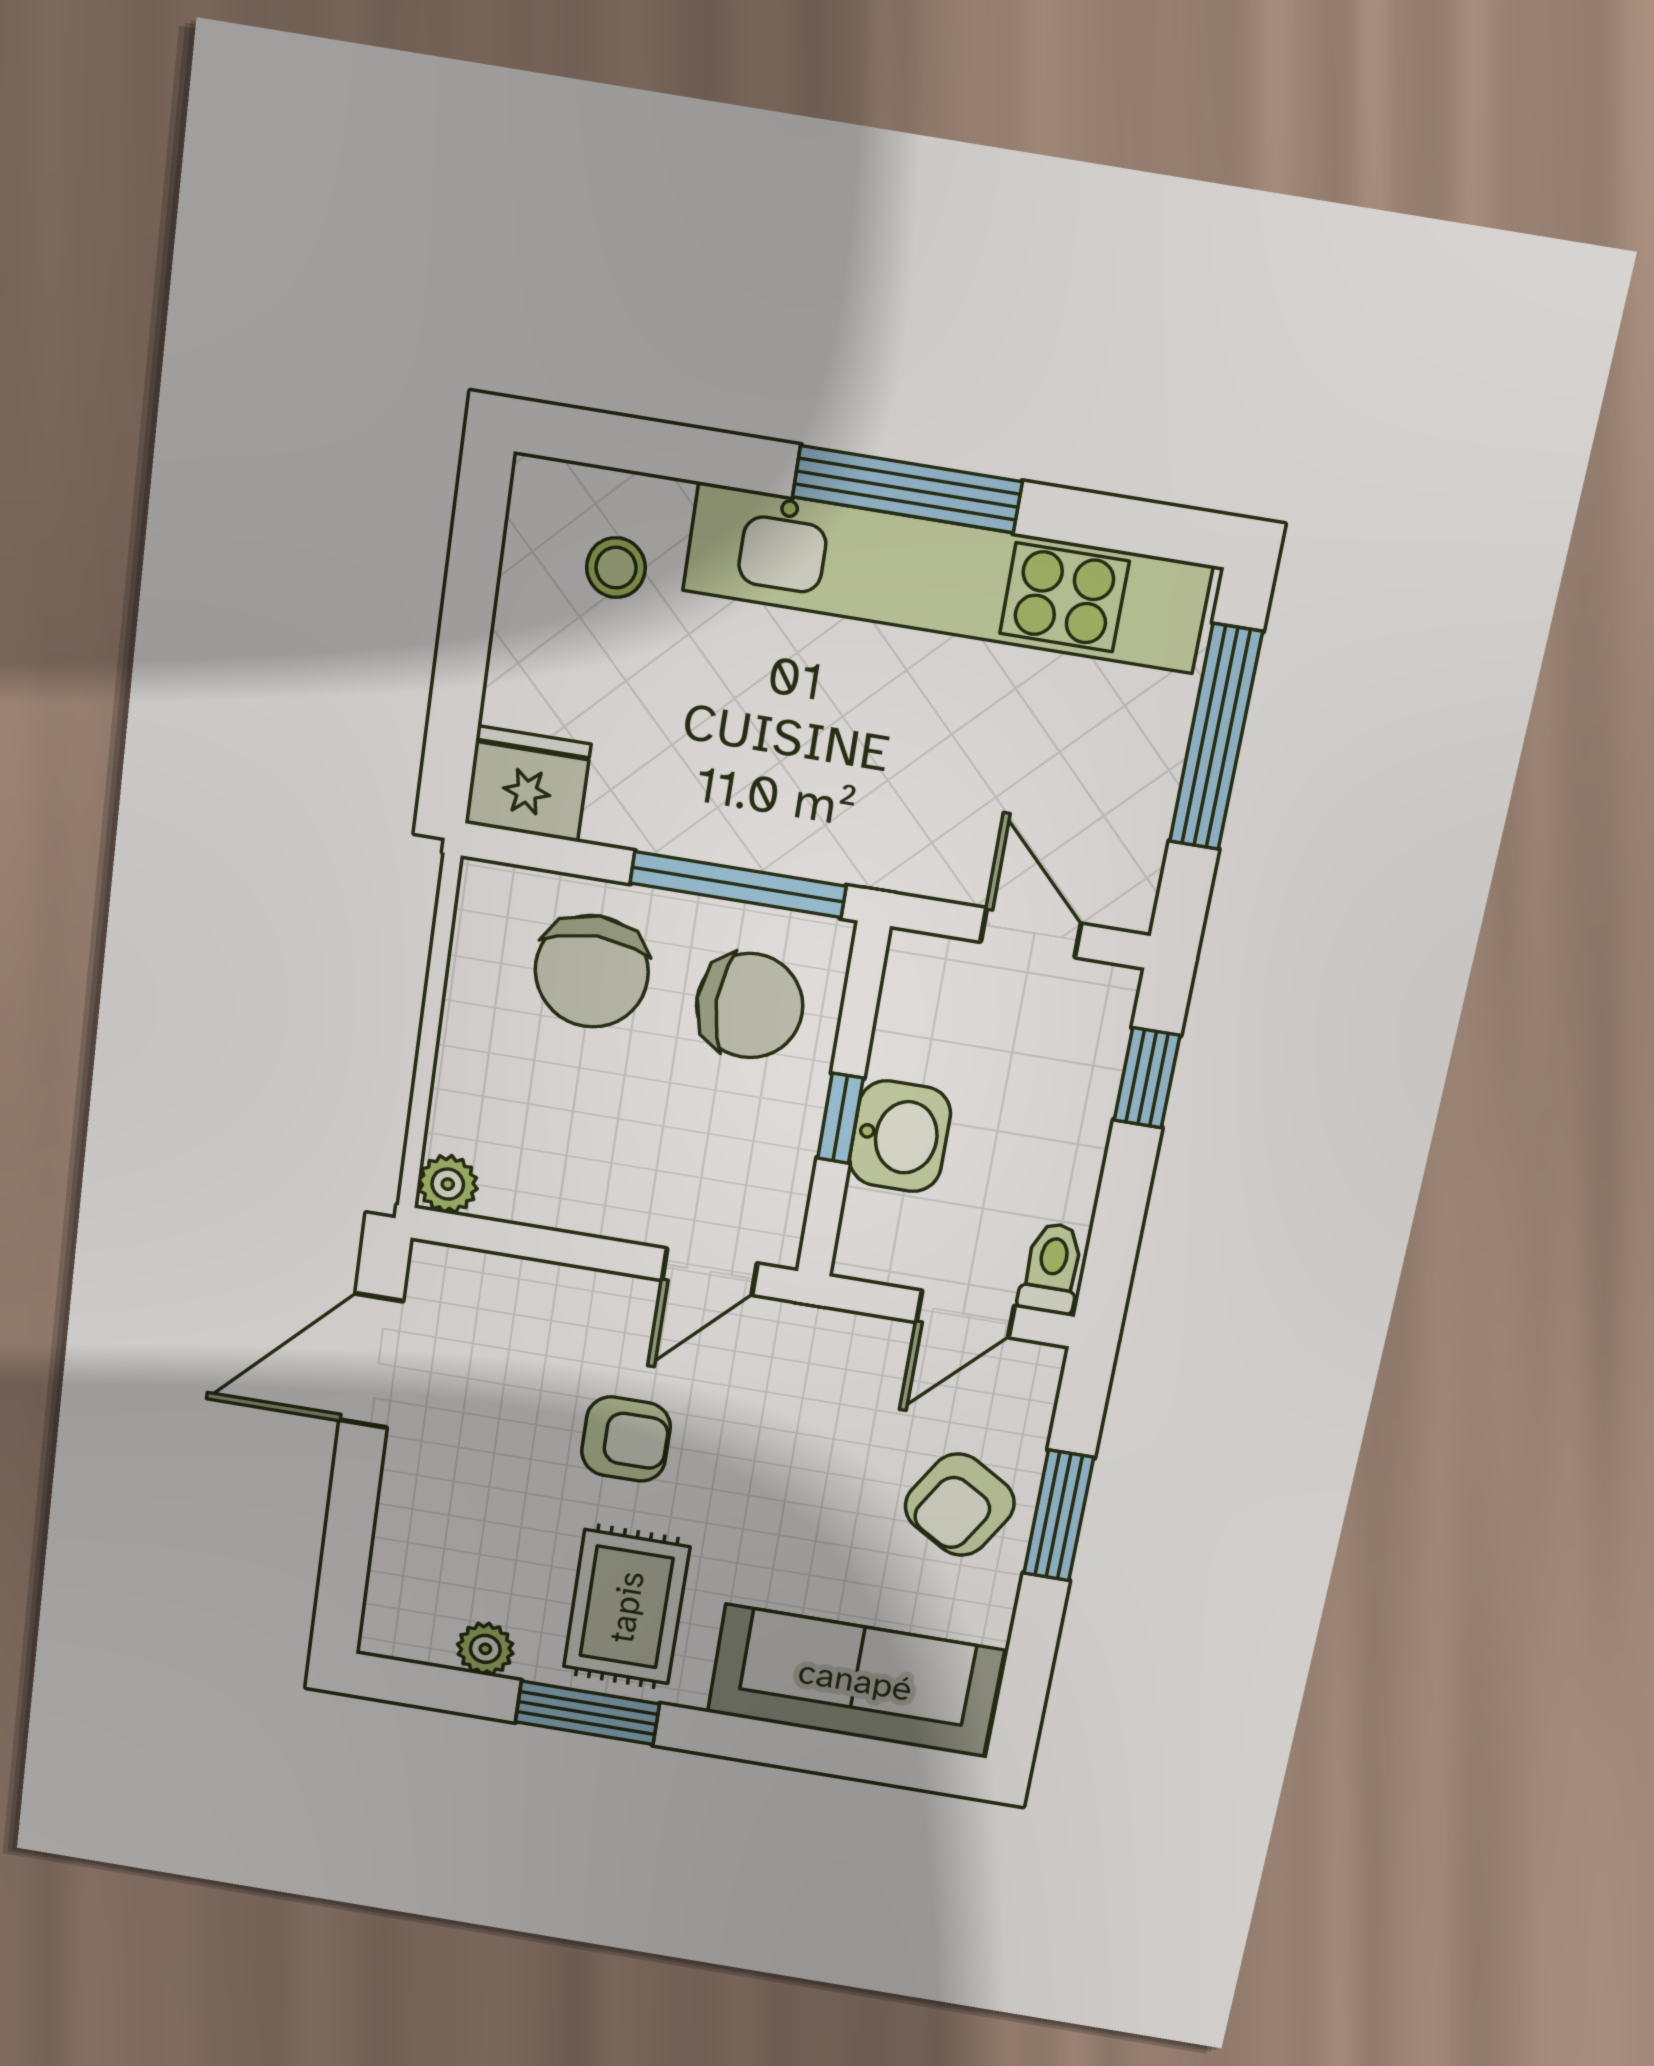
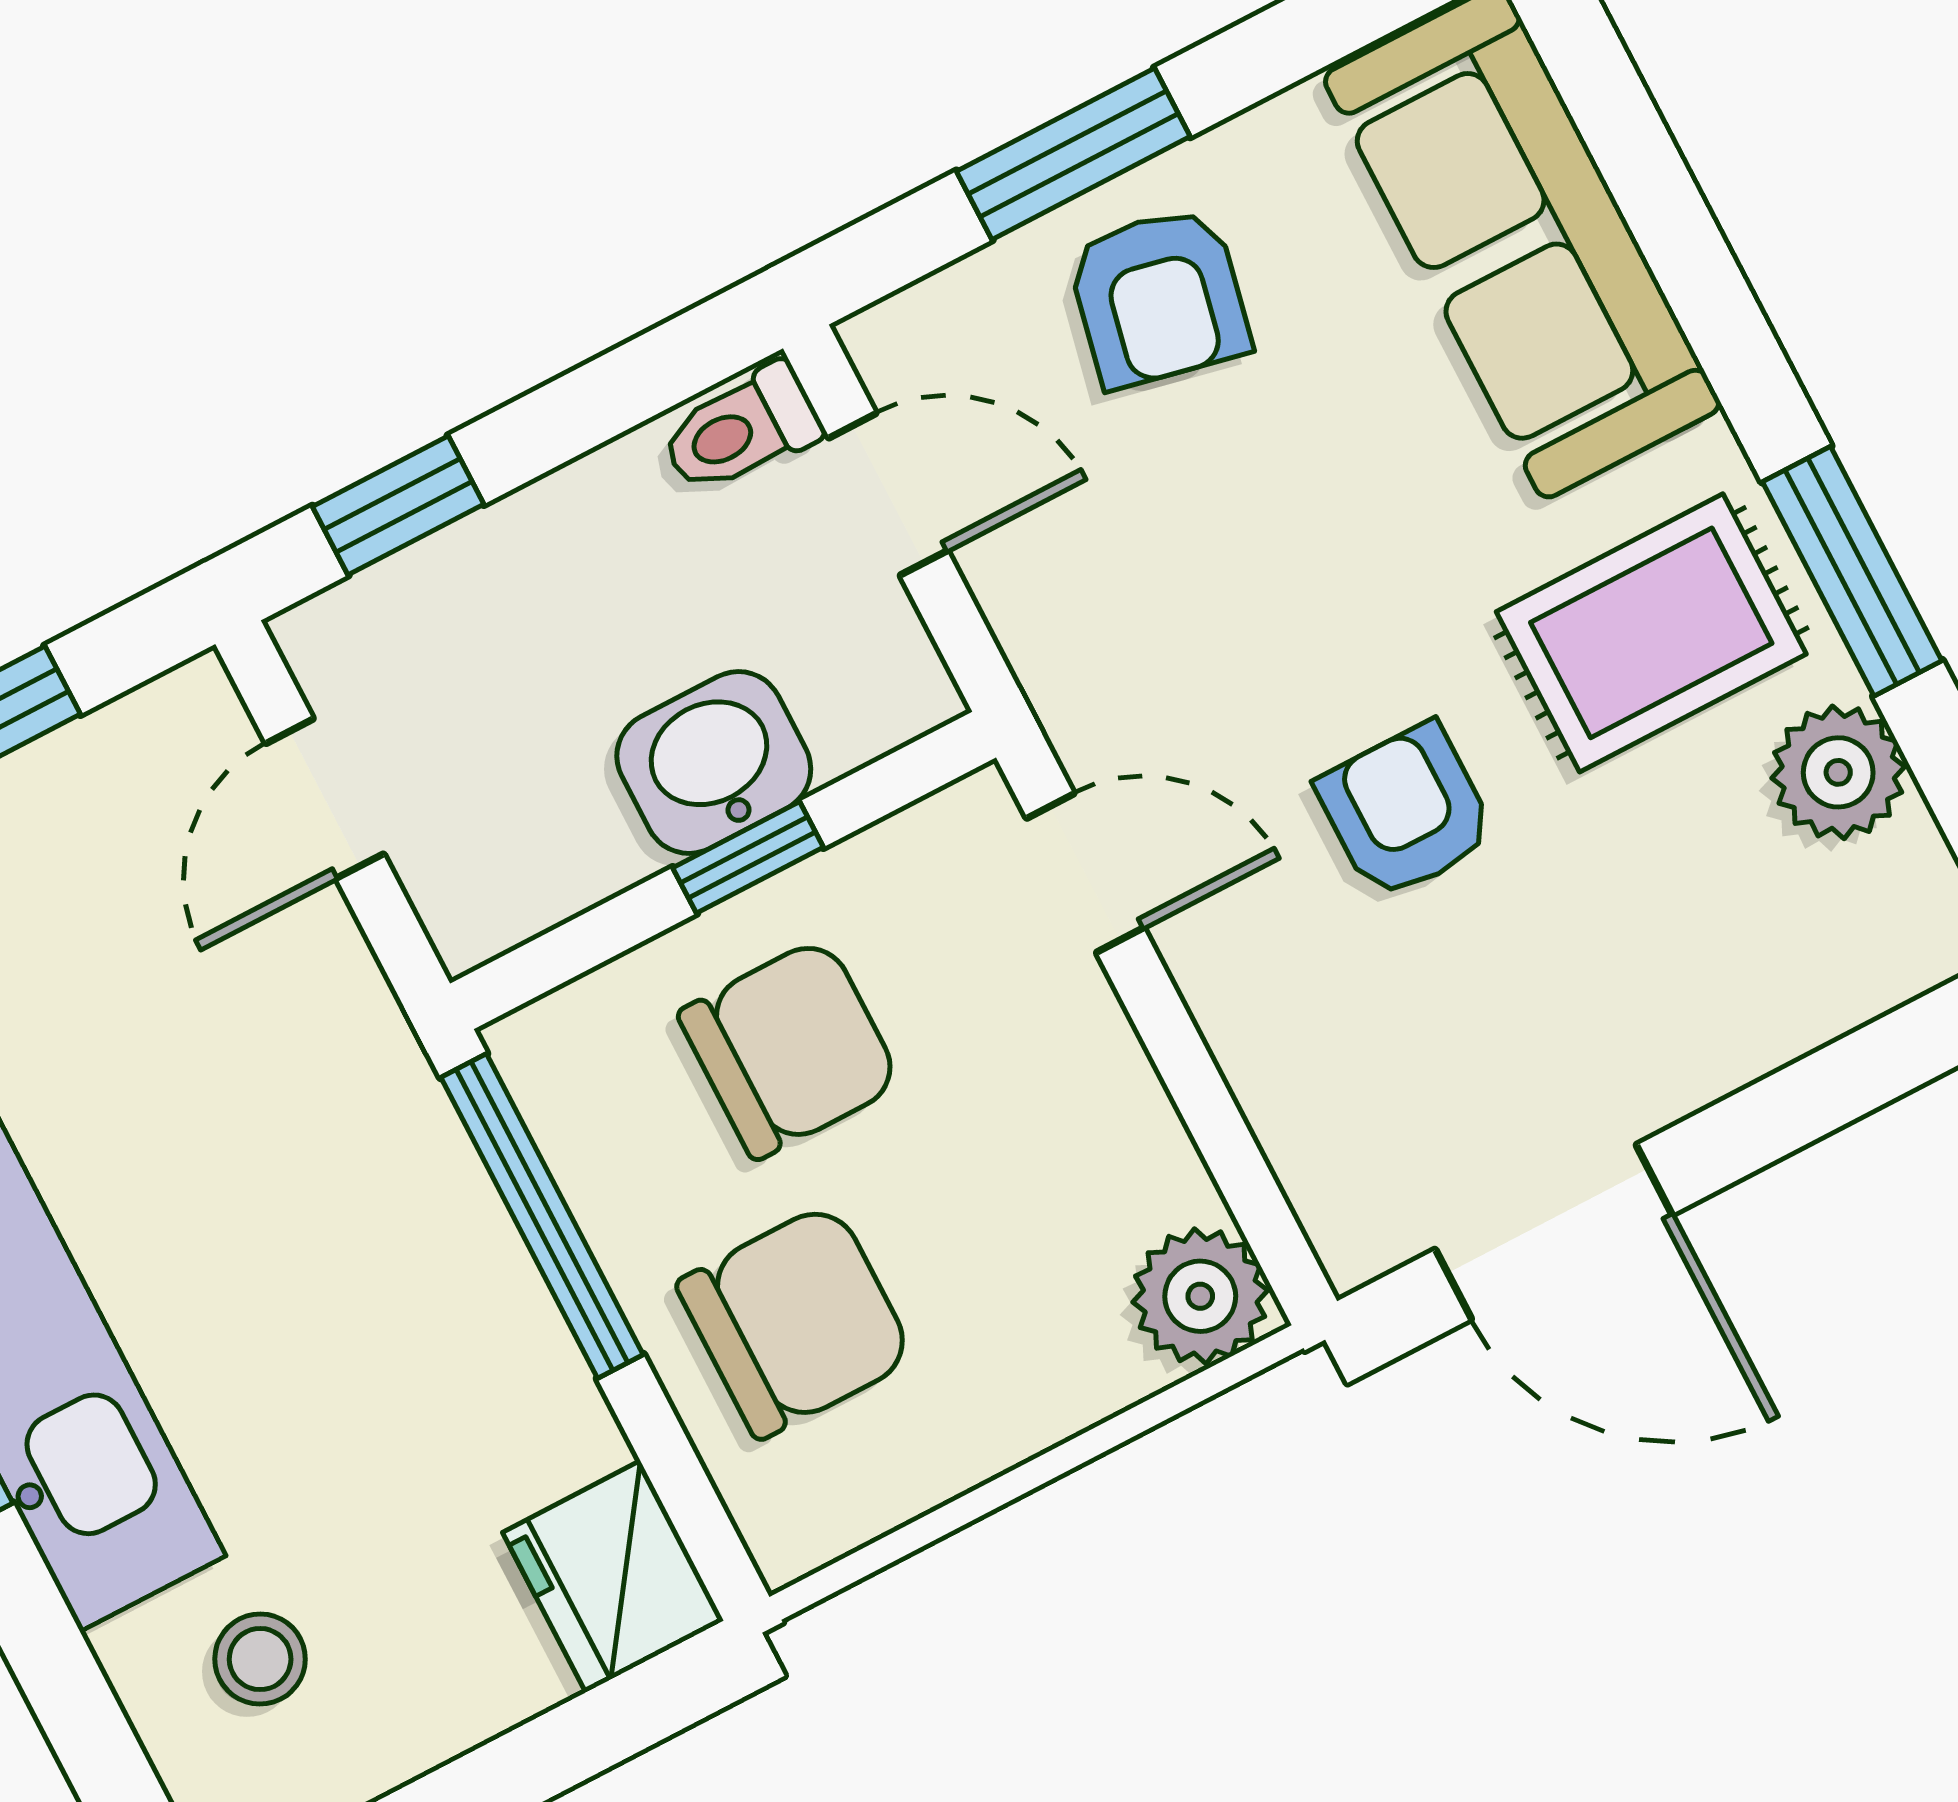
chair: (750, 1006) -> (790, 1048), moved, turned 90
plant: (448, 1184) -> (1200, 1296), width x1.38, depth x1.38
armchair: (960, 1505) -> (1159, 297), turned 71
plant: (485, 1649) -> (1838, 772), width x1.38, depth x1.38

